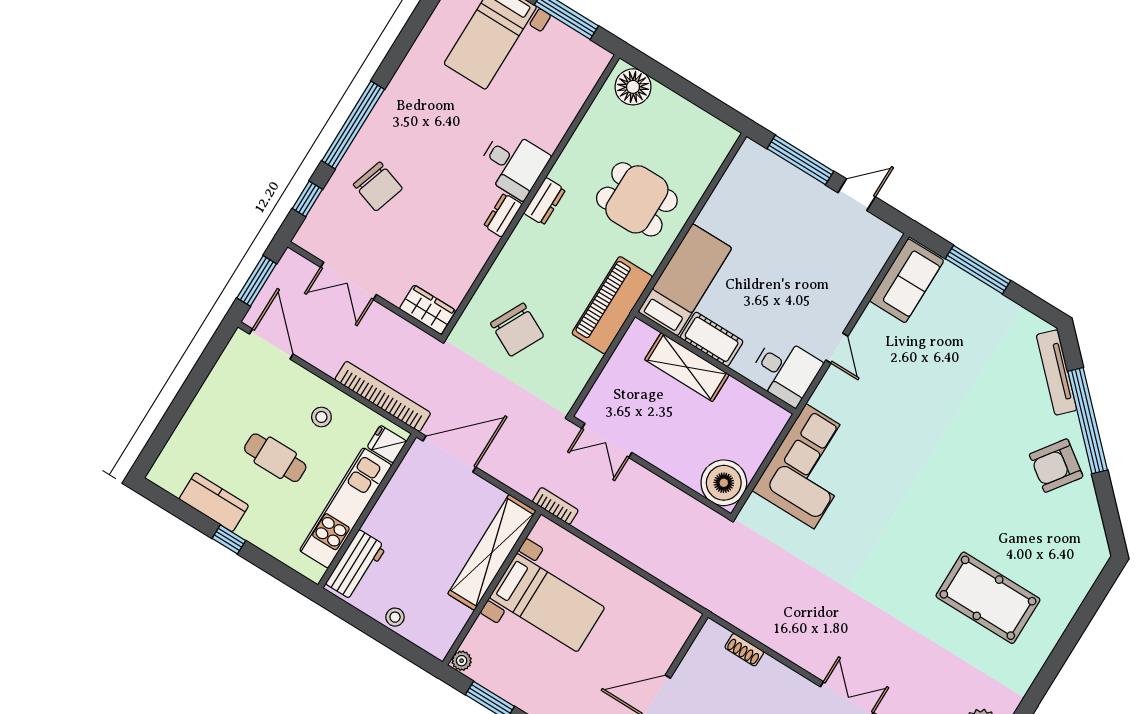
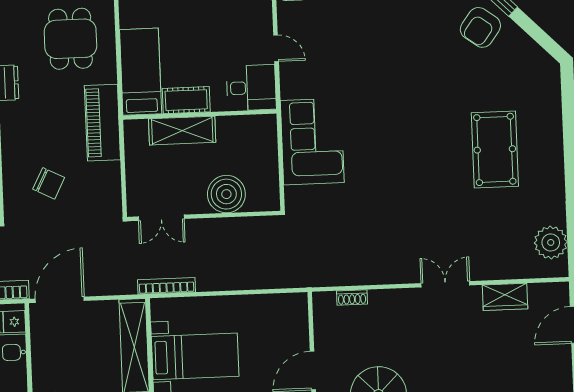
dining table: (637, 199) -> (70, 39), turned 90
chair: (517, 330) -> (49, 183), width x0.73, depth x0.73
boiler: (724, 483) -> (226, 194), moved
bookcase: (555, 506) -> (167, 286), width x1.56
pool table: (988, 598) -> (495, 149), turned 90

